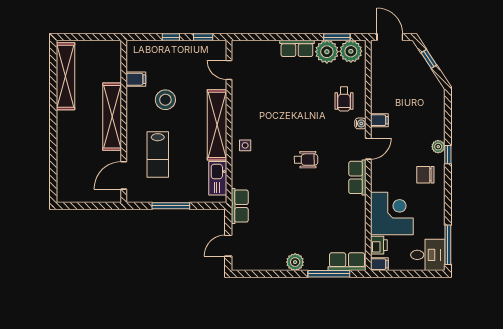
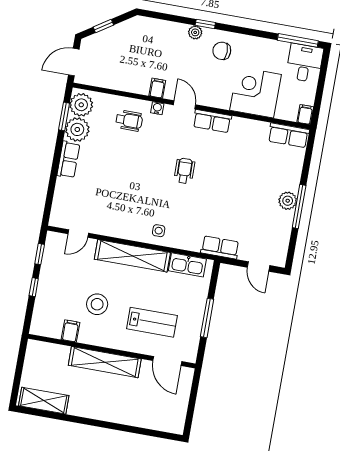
shelving: (66, 76) -> (44, 401), width x0.68
chair: (425, 175) -> (222, 51), turned 90
printer: (379, 245) -> (286, 112), removed
row of seats: (347, 262) -> (289, 135), moved, turned -90
window: (329, 274) -> (299, 207), moved

